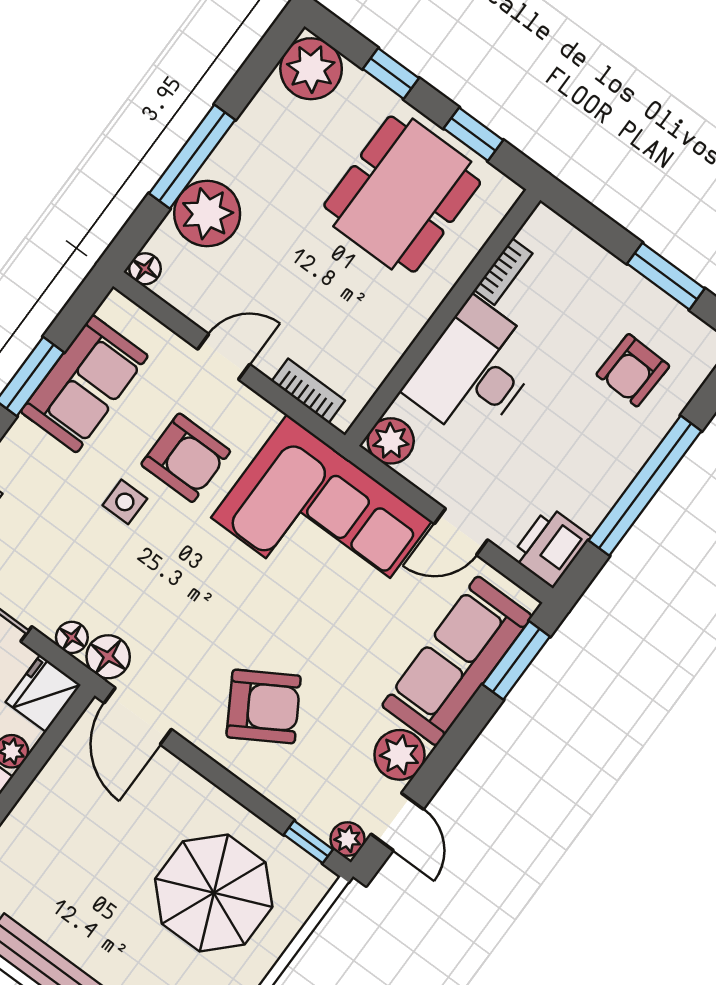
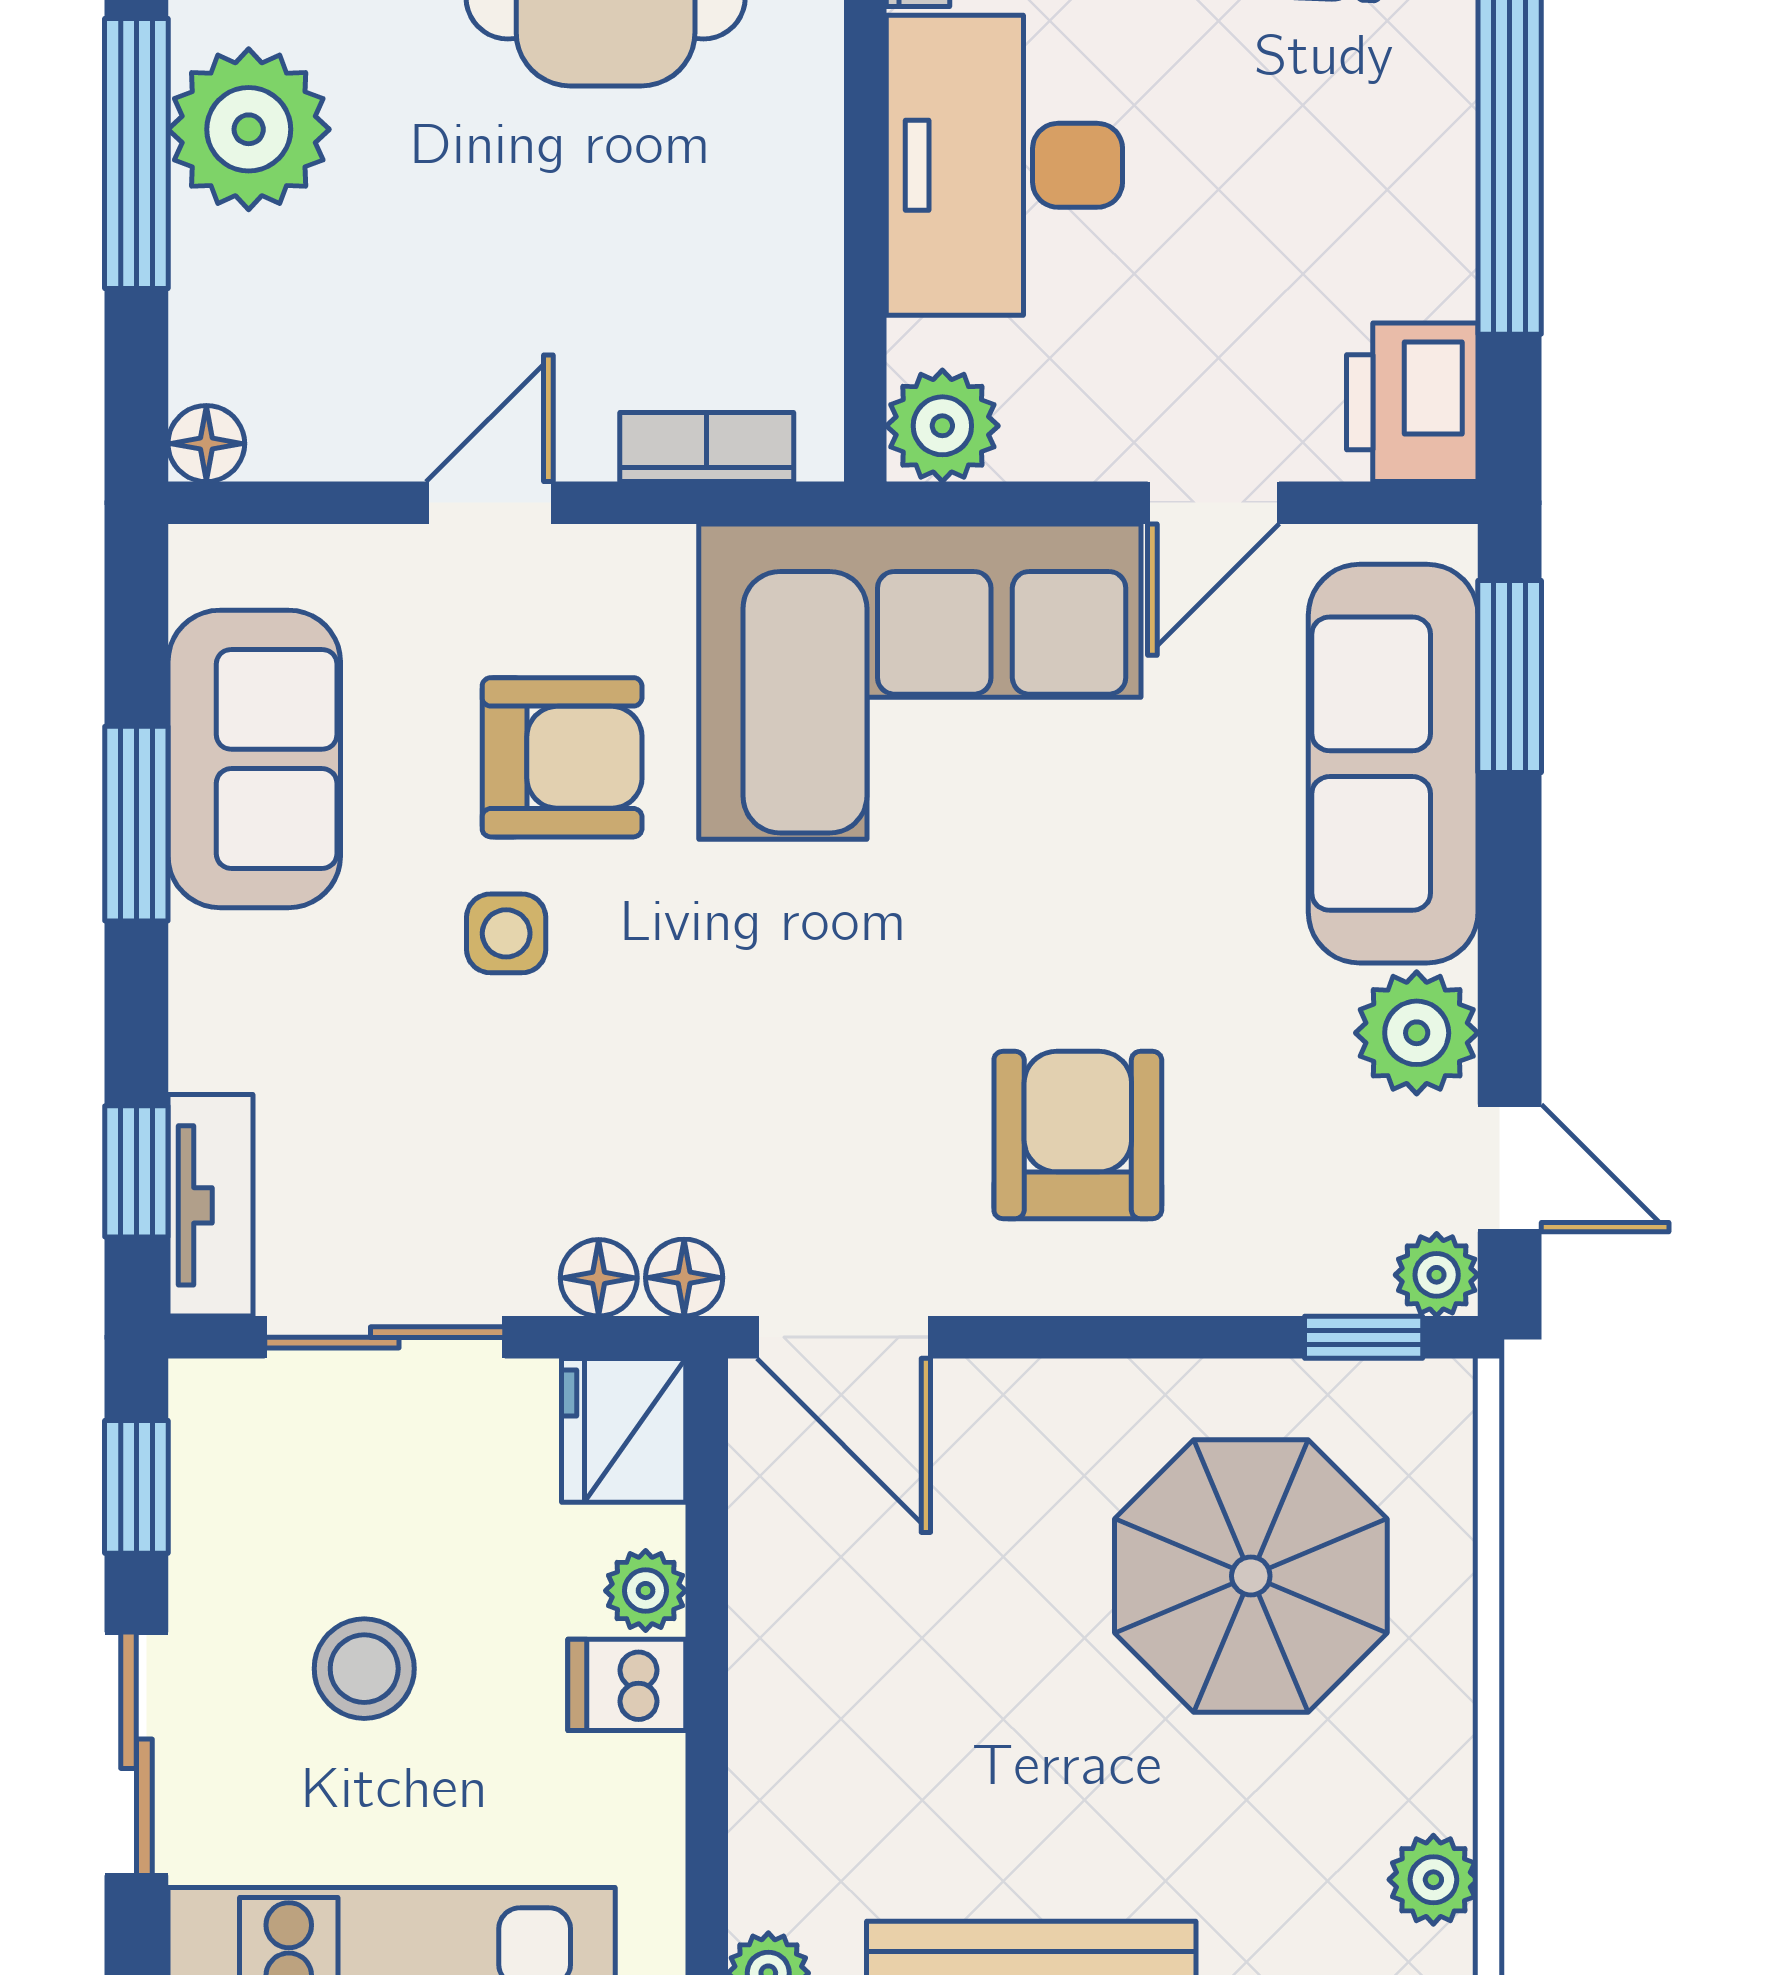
plant: (207, 214) -> (249, 129), moved
floor lamp: (108, 657) -> (684, 1278), width x0.73, depth x0.73
armchair: (264, 706) -> (1078, 1135), turned -59

